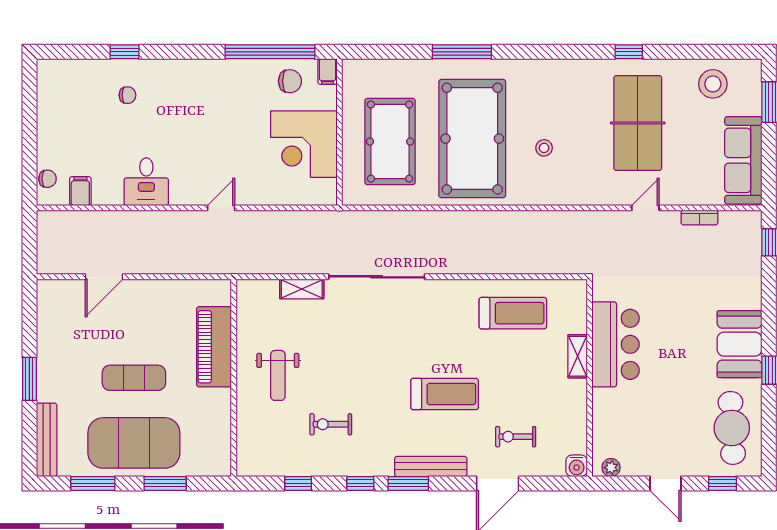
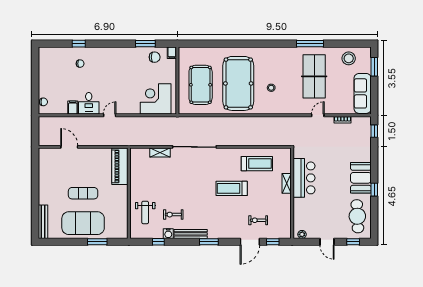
window: (270, 52) -> (145, 44), width x0.47
window: (462, 52) -> (233, 44), removed
window: (629, 52) -> (310, 44), width x2.17
corner desk: (304, 144) -> (156, 99), moved, turned 90
filing cabinet: (80, 191) -> (73, 108), moved
door: (221, 208) -> (110, 115), moved
door: (104, 277) -> (69, 147), swing flipped
piano: (214, 347) -> (120, 166), moved
weight bench: (278, 375) -> (145, 212), moved
window: (29, 379) -> (35, 194), removed
treadmill: (445, 394) -> (232, 188), moved, turned 180
bench: (431, 466) -> (191, 234), moved
water cooler: (577, 466) -> (168, 234), moved
window: (93, 483) -> (64, 242), removed
window: (360, 483) -> (273, 242), moved

